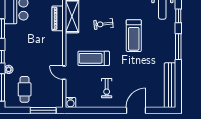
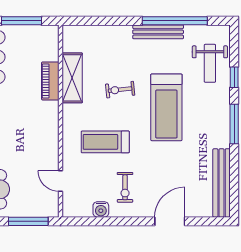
treadmill: (134, 36) -> (166, 107), width x1.37, depth x1.37
door: (64, 73) -> (60, 181), moved
water cooler: (71, 103) -> (101, 209), moved

